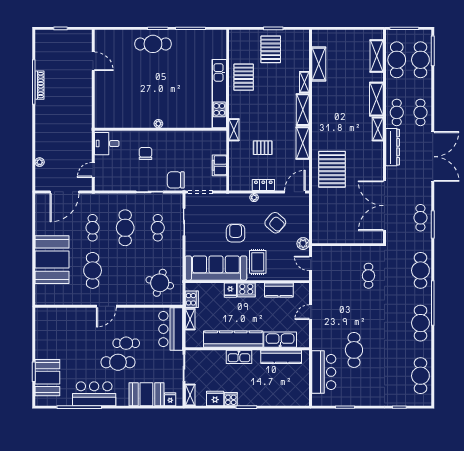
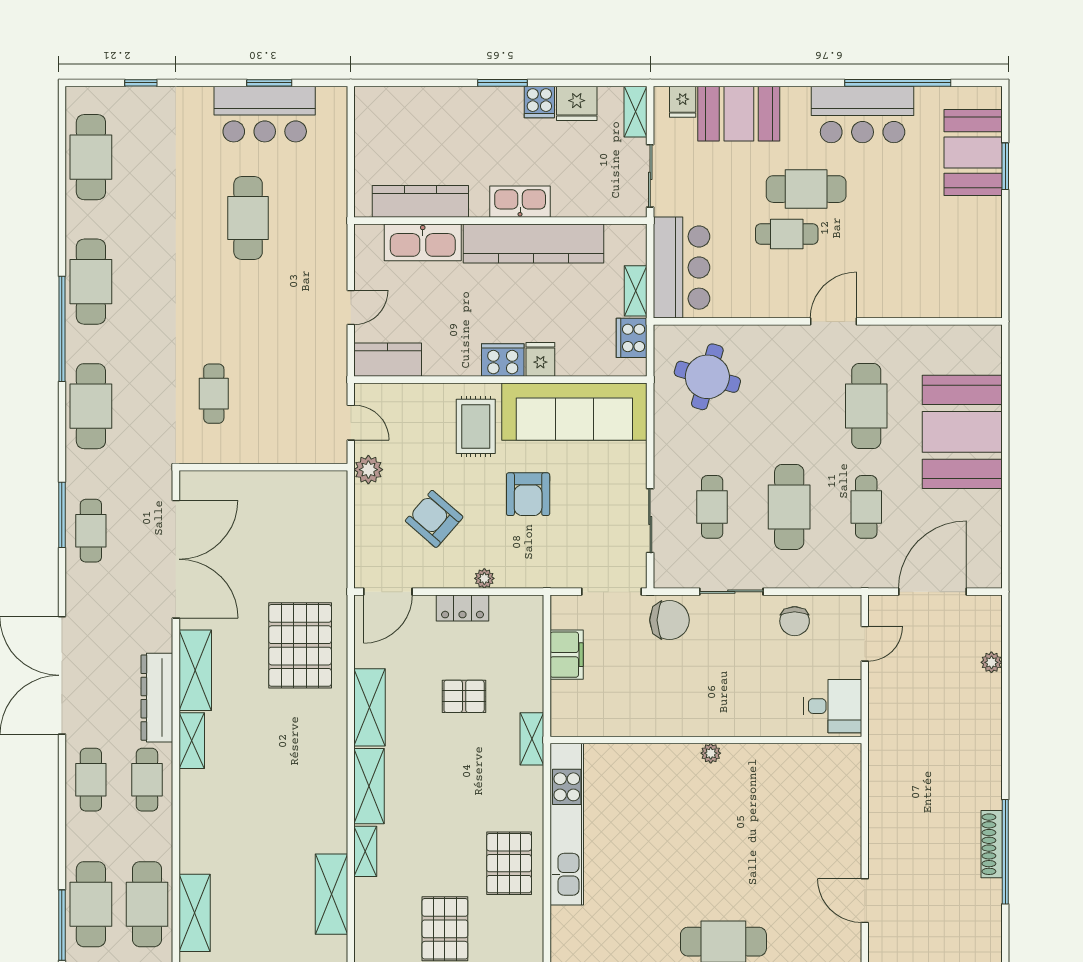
shelving: (376, 99) -> (195, 670), moved
chair: (146, 153) -> (795, 621), moved
kitchen counter: (279, 290) -> (388, 360), moved
bar counter: (324, 372) -> (265, 114), moved, turned -90

